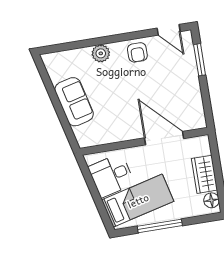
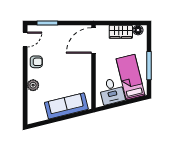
sofa: (74, 102) -> (66, 106), width x1.36
door: (164, 138) -> (94, 40), moved

